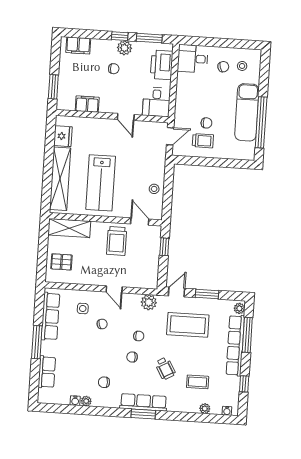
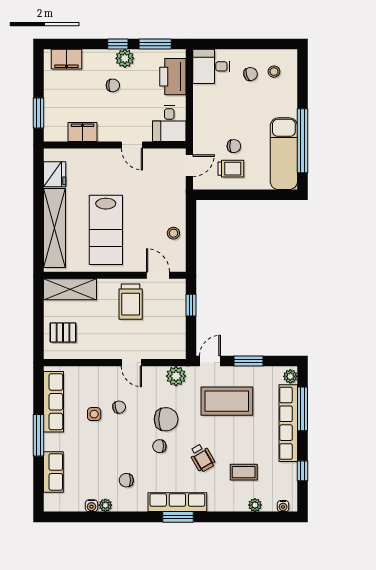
exam couch: (247, 112) -> (284, 154), moved
side table: (83, 309) -> (94, 414), moved
chair: (139, 336) -> (166, 419), width x1.87, depth x1.87

